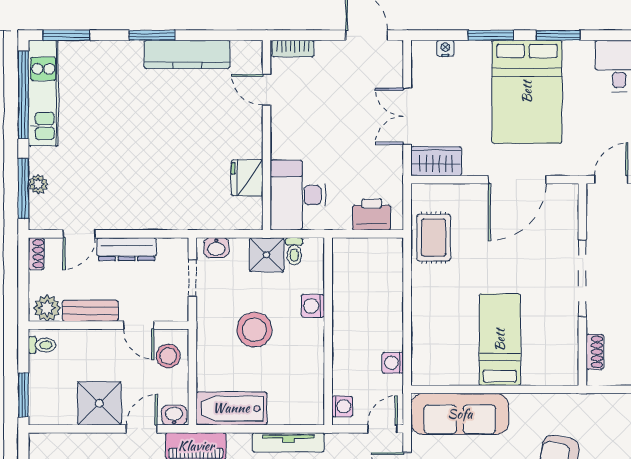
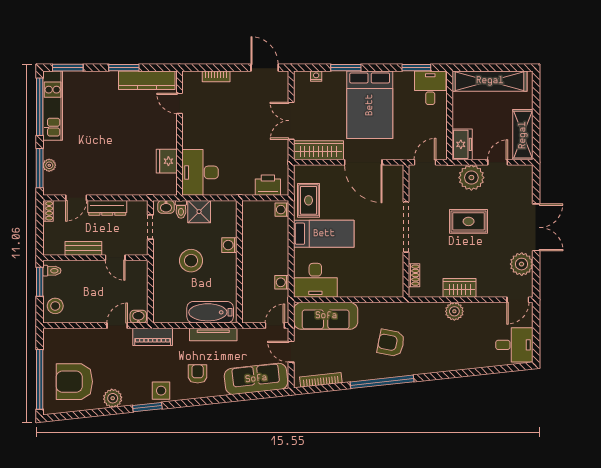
window: (558, 35) -> (416, 68), moved
door: (266, 90) -> (180, 103), moved
wall: (266, 135) -> (180, 133), moved
wardrobe: (436, 161) -> (318, 150), width x1.50
fridge: (247, 178) -> (167, 161), moved
door: (517, 180) -> (363, 162), hinge flipped
desk: (298, 195) -> (200, 172), moved
toilet: (294, 251) -> (181, 209), moved
plant: (47, 308) -> (55, 246), removed
bed: (500, 340) -> (324, 234), moved, turned 90
stool: (168, 356) -> (55, 306), moved
desk: (444, 360) -> (315, 280), added
window: (23, 395) -> (40, 282), moved
shower: (99, 403) -> (89, 309), removed
washing machine: (342, 406) -> (282, 210), moved, turned 180
bathtub: (231, 408) -> (210, 312), moved

